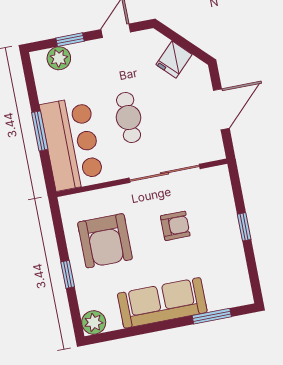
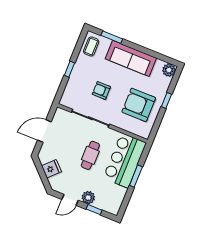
plant: (59, 58) -> (88, 197), moved
armchair: (105, 241) -> (139, 105), turned -90
coffee table: (234, 282) -> (91, 46), added

